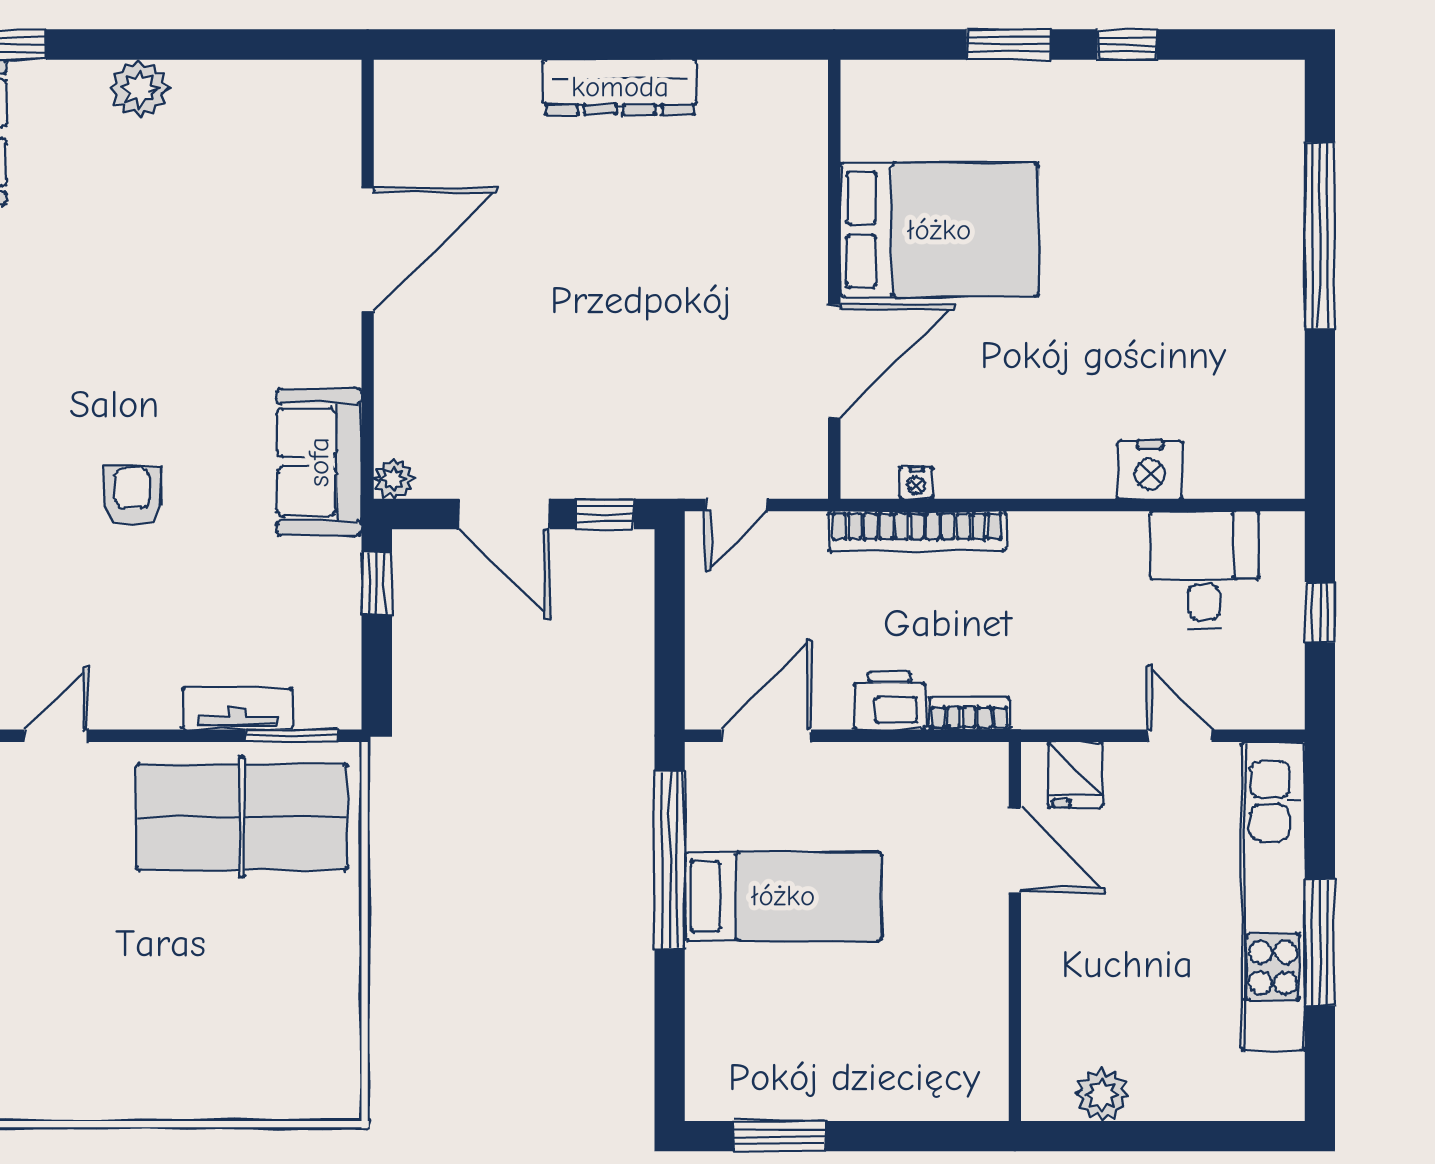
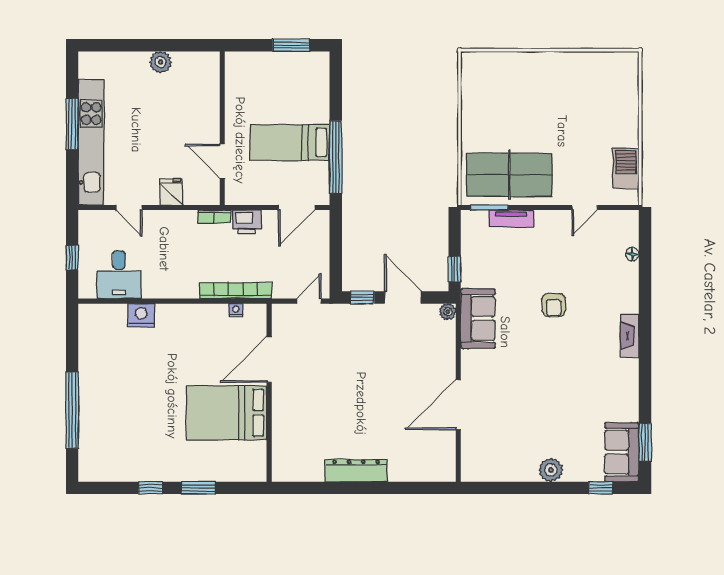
door: (1015, 850) -> (222, 161), moved
wall: (1015, 931) -> (222, 128), moved

